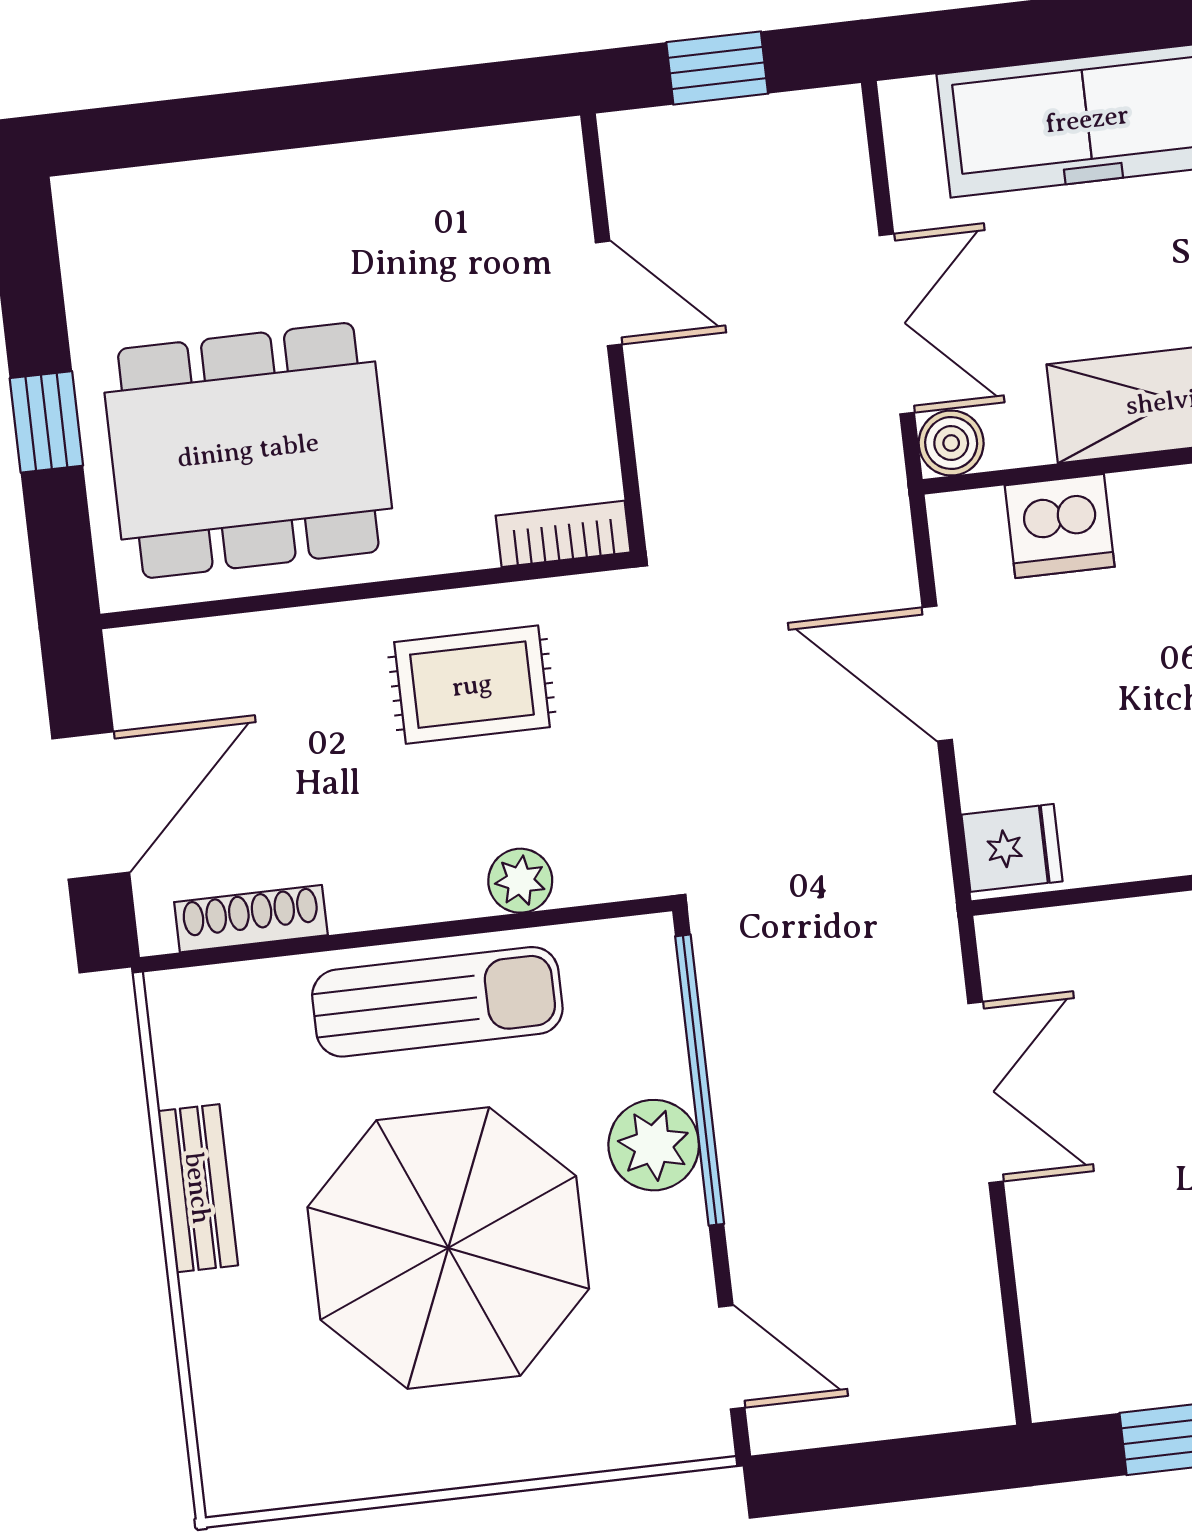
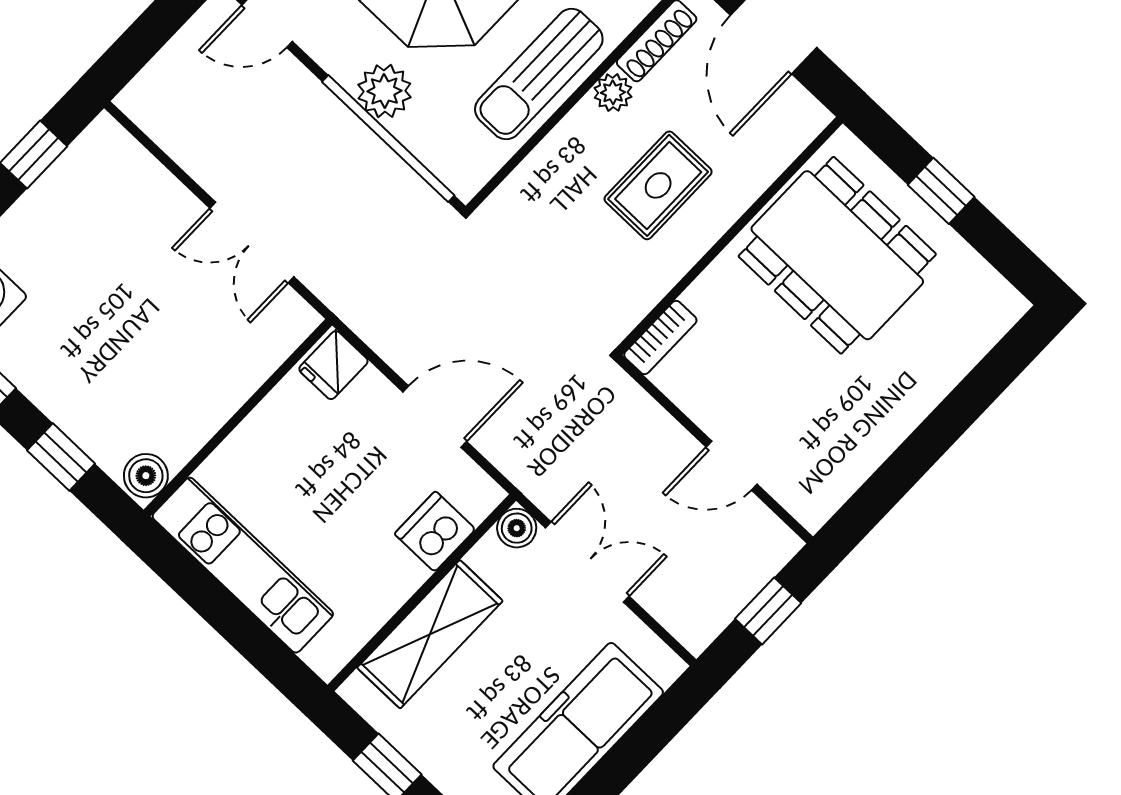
double door: (897, 324) -> (587, 562), swing flipped
dining table: (248, 450) -> (837, 255), turned 90
rug: (472, 685) -> (658, 185), moved
plant: (520, 881) -> (613, 92), moved

